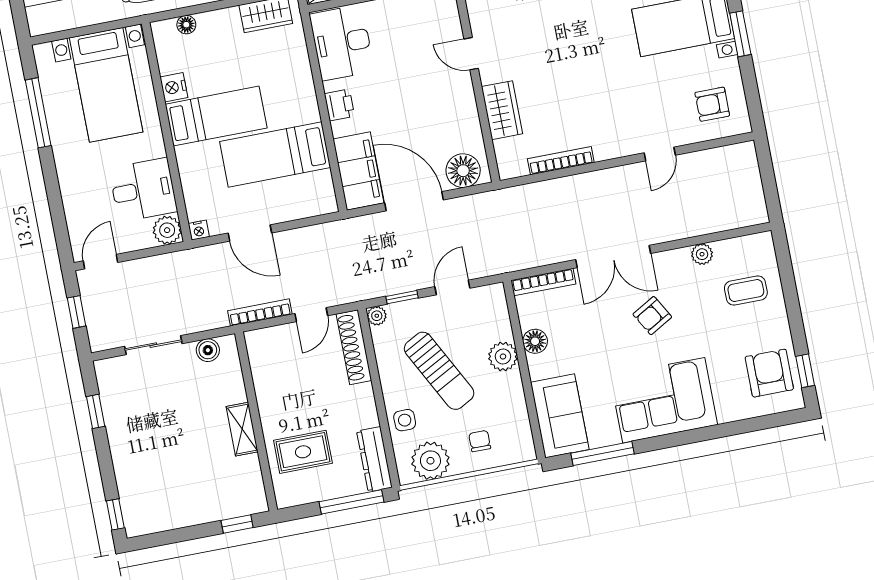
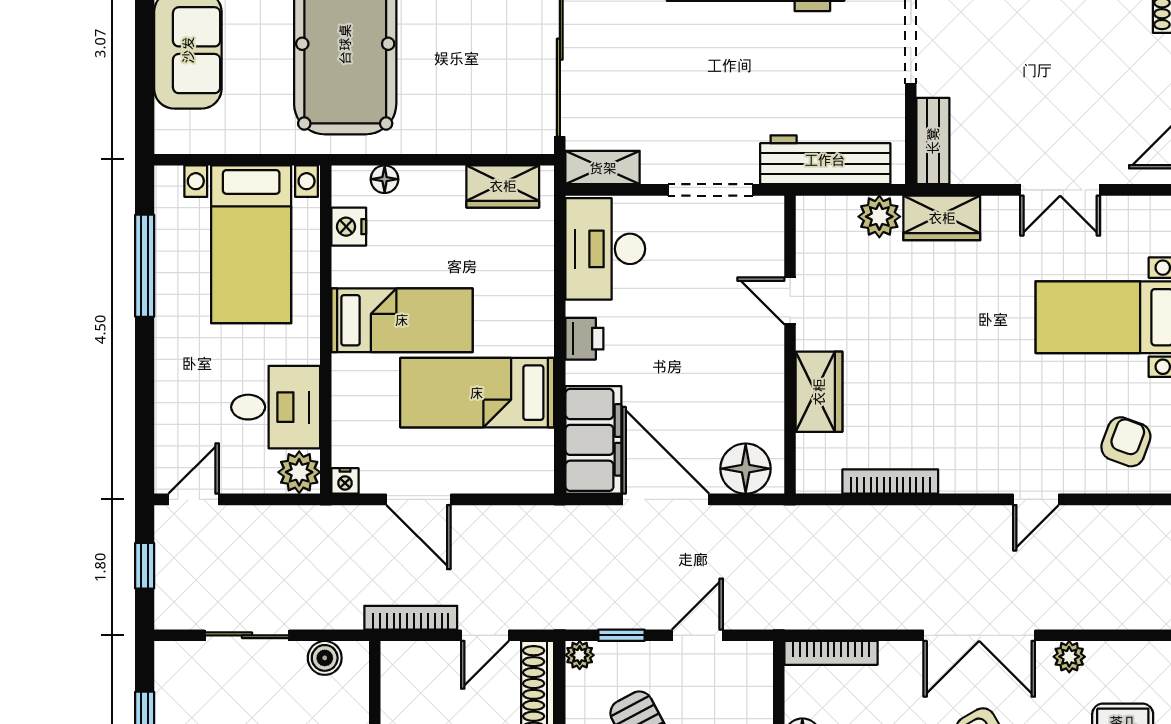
nightstand: (174, 87) -> (349, 227), moved
armchair: (712, 104) -> (1126, 442), turned 110
double door: (613, 257) -> (979, 635), moved

